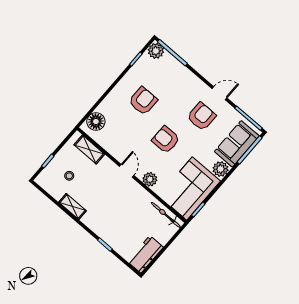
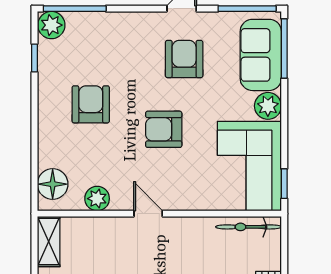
shelving: (89, 149) -> (49, 242), moved, turned 90
plant: (150, 179) -> (97, 199), moved

